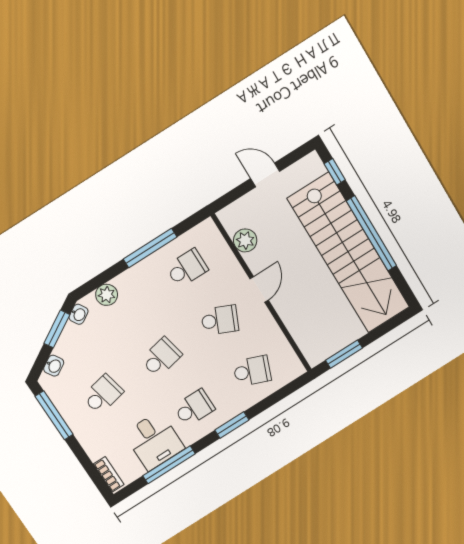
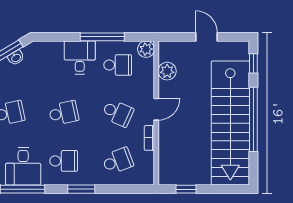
desk: (140, 286) -> (80, 57), added
plant: (107, 295) -> (146, 49), moved
washbasin: (79, 314) -> (16, 58), moved
bookcase: (271, 325) -> (149, 138), added
window: (344, 354) -> (186, 189), width x0.67
school desk: (252, 371) -> (118, 161), turned -42

